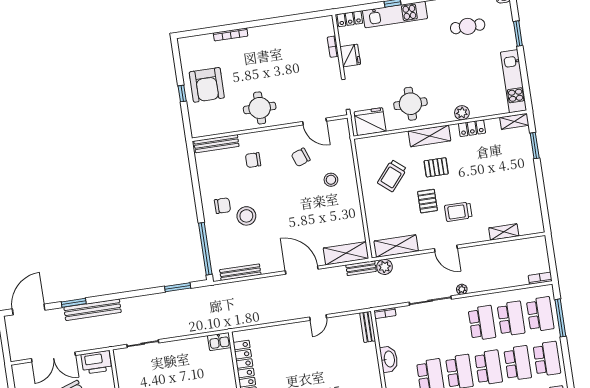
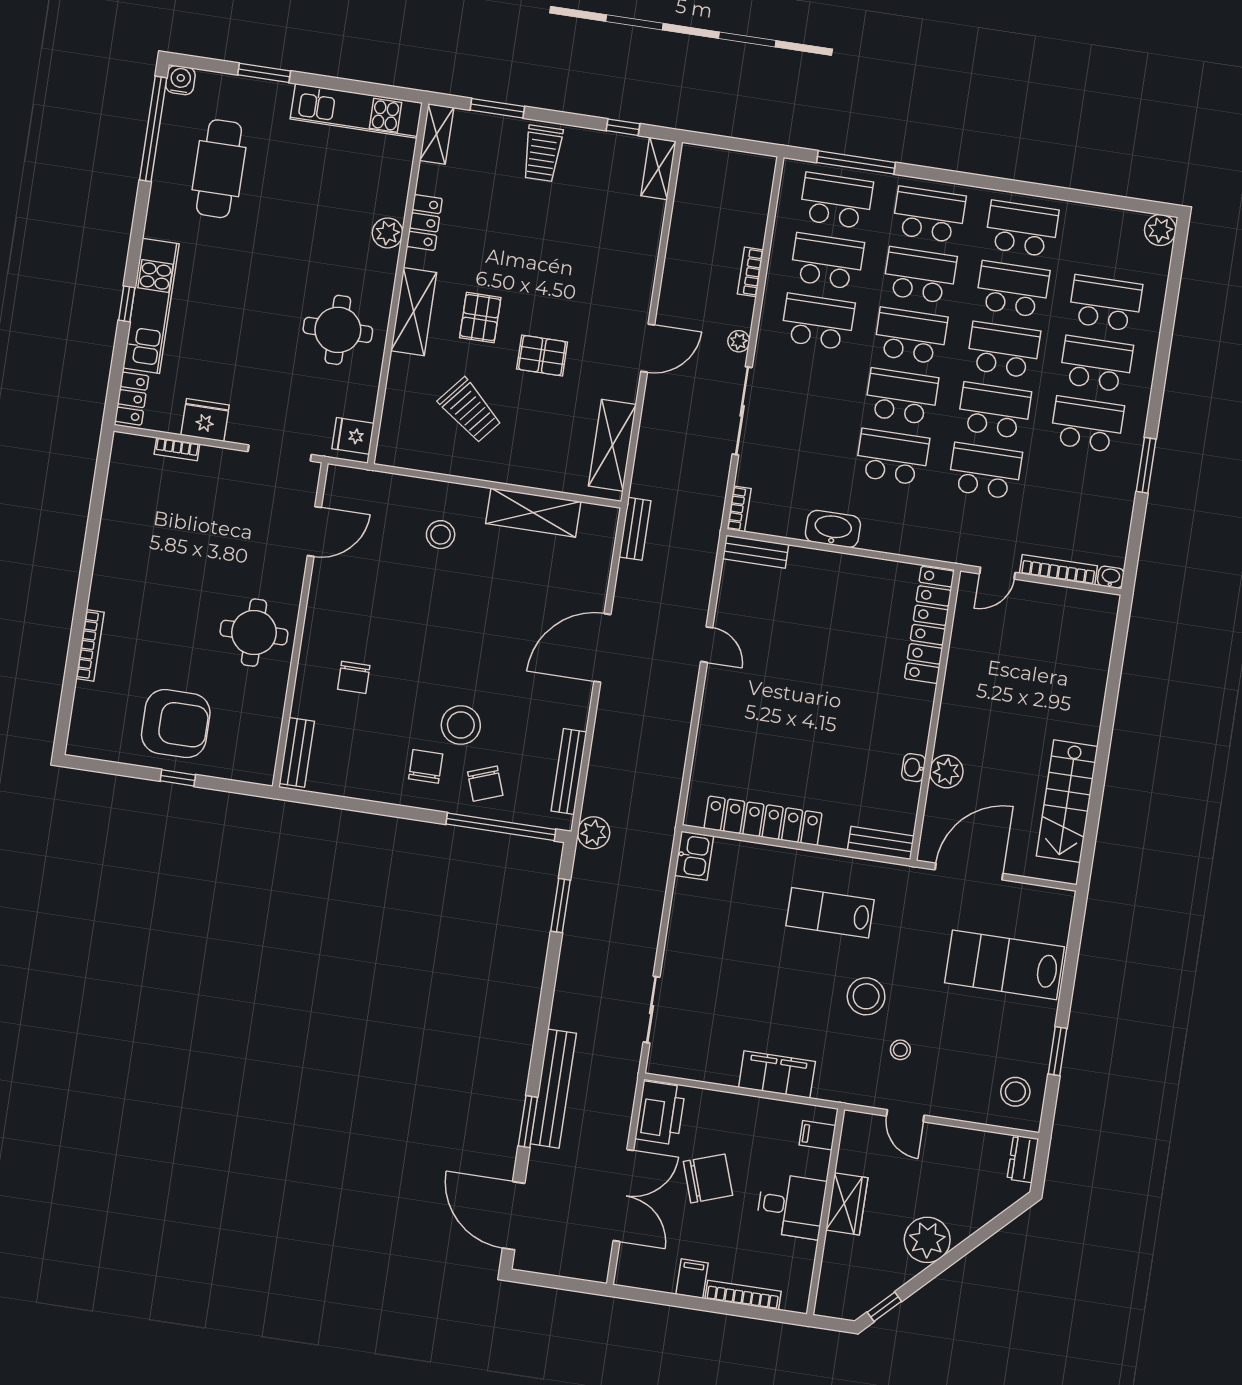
cafe table: (468, 26) -> (219, 169), width x1.37, depth x1.35
fridge: (370, 122) -> (353, 436), width x0.53, depth x0.75
bench: (216, 144) -> (297, 752), width x0.73
chair: (301, 157) -> (485, 784), moved
window: (544, 206) -> (623, 127), added
trolley: (458, 212) -> (542, 153), moved
shelving: (504, 232) -> (658, 168), moved
shelving: (346, 253) -> (533, 513), moved, turned 90
plant: (384, 267) -> (594, 833), moved
bookcase: (540, 278) -> (751, 272), moved

